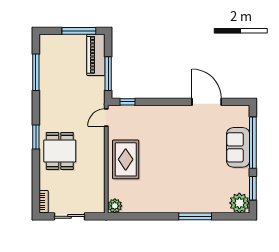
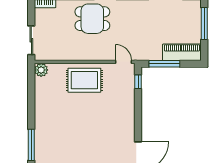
window: (79, 31) -> (204, 23), moved
sliding door: (70, 216) -> (31, 40), moved

